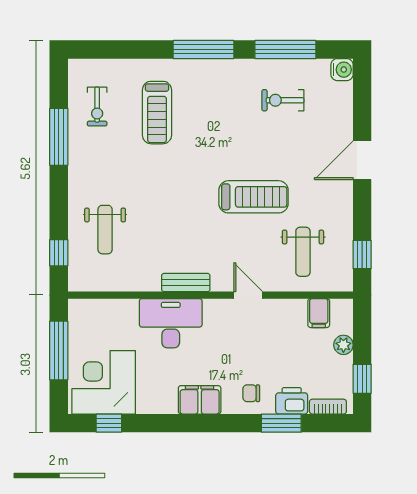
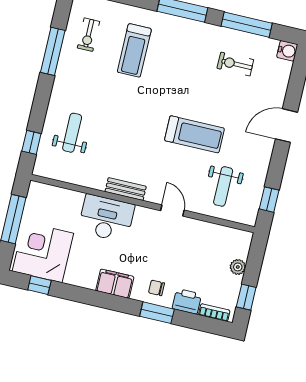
weight bench: (105, 230) -> (72, 133), turned 180
filing cabinet: (319, 313) -> (224, 237), removed
window: (281, 423) -> (157, 313), moved

